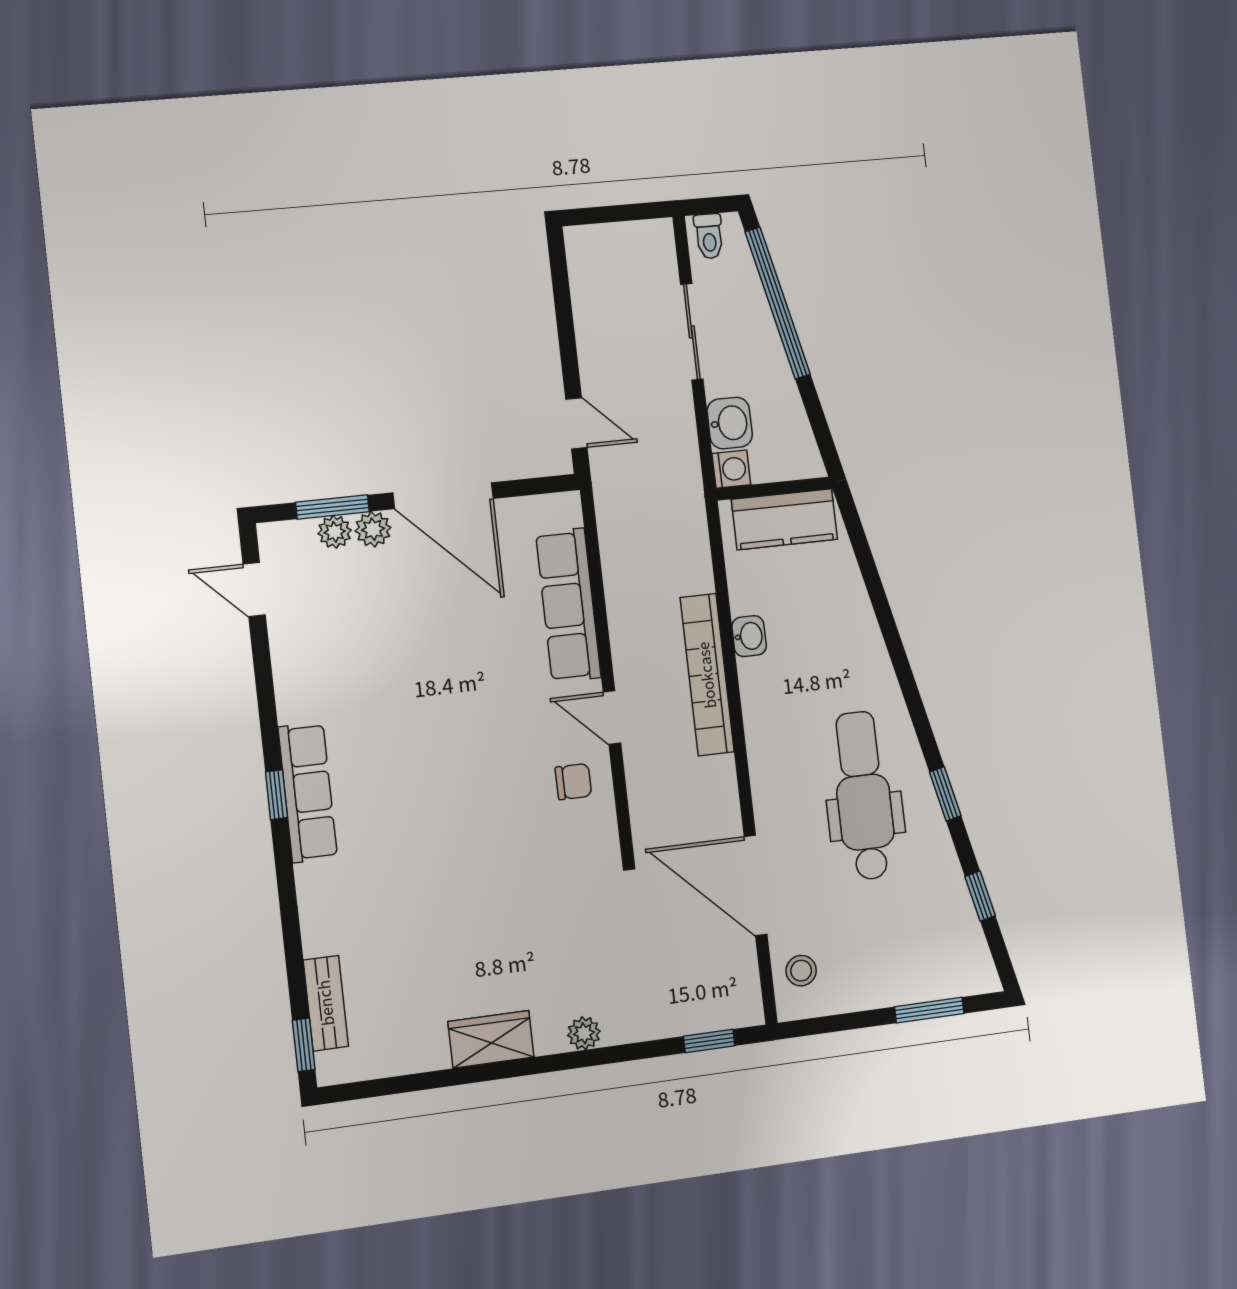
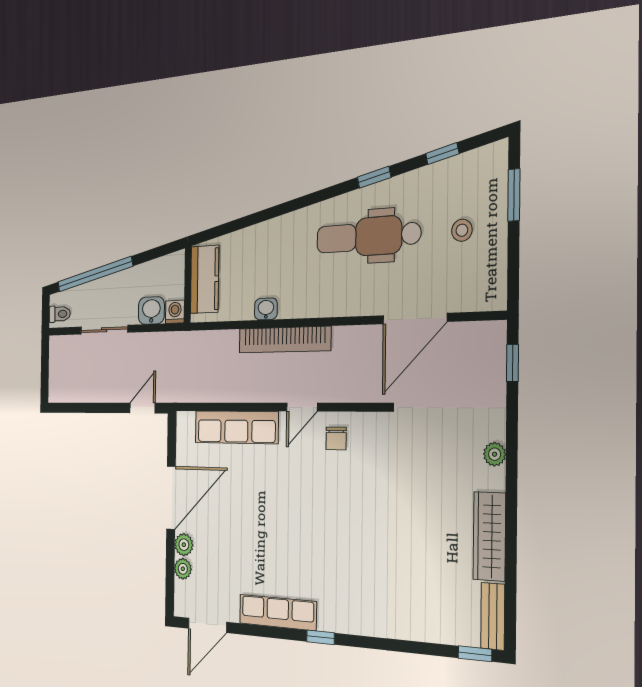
window: (332, 507) -> (170, 567), removed
door: (254, 590) -> (207, 625), width x1.38
chair: (573, 782) -> (336, 439), turned 180
row of seats: (308, 792) -> (278, 612), moved
stool: (801, 971) -> (462, 230), moved
bench: (326, 1003) -> (493, 616), moved, turned 90
wardrobe: (491, 1039) -> (489, 536), width x1.50

